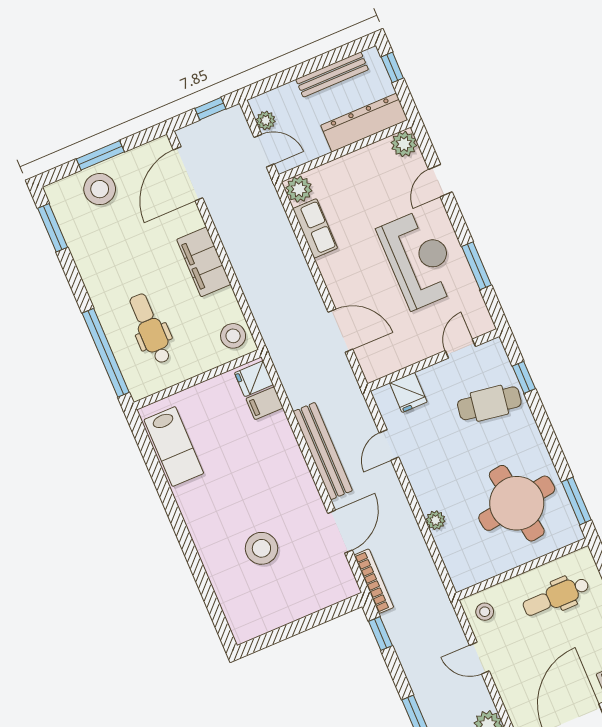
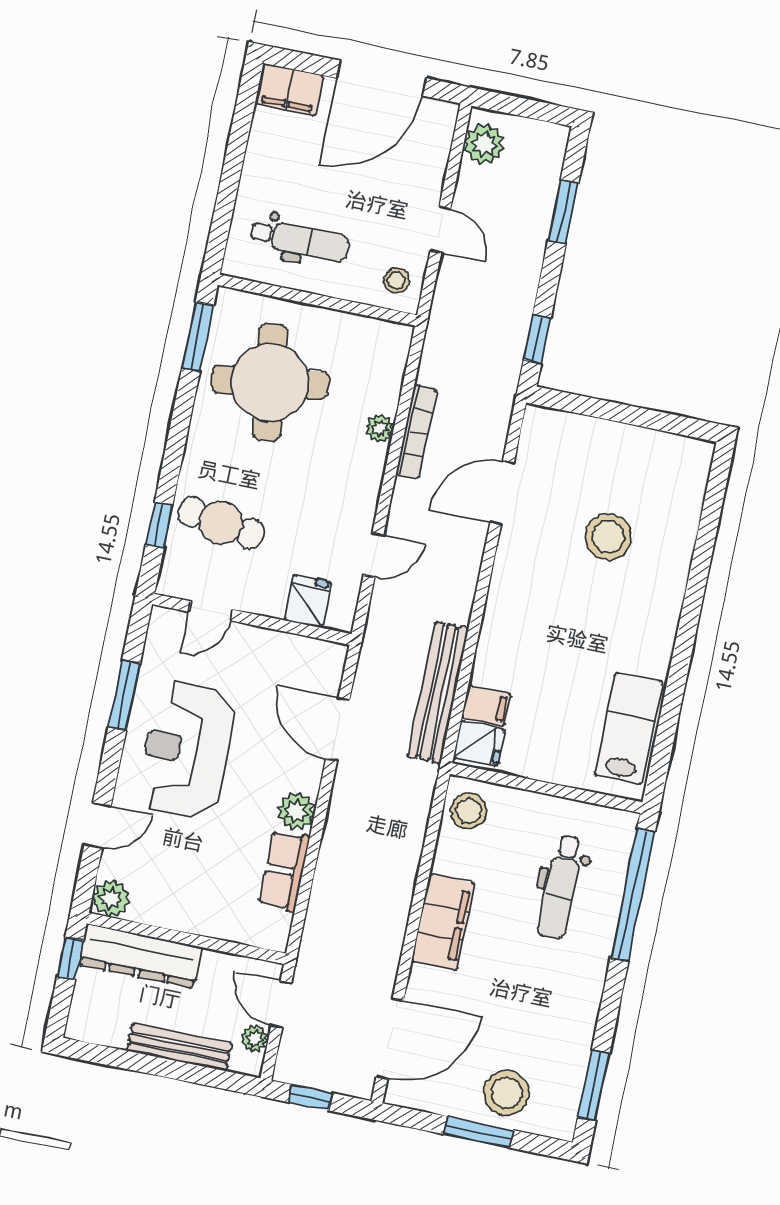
window: (392, 67) -> (70, 959), moved
bench: (332, 74) -> (179, 1047), moved
plant: (299, 189) -> (296, 811), moved
bench: (323, 451) -> (438, 692), moved
bookcase: (374, 581) -> (416, 432), moved, turned 180

